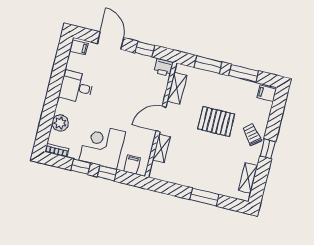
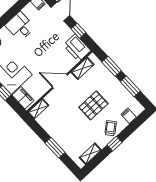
printer: (164, 67) -> (77, 48), width x1.87, depth x1.48
filing cabinet: (267, 93) -> (129, 116), moved
pallet: (216, 122) -> (93, 105), turned 90
shelving: (161, 148) -> (38, 109), moved
filing cabinet: (132, 165) -> (23, 98), width x2.00

